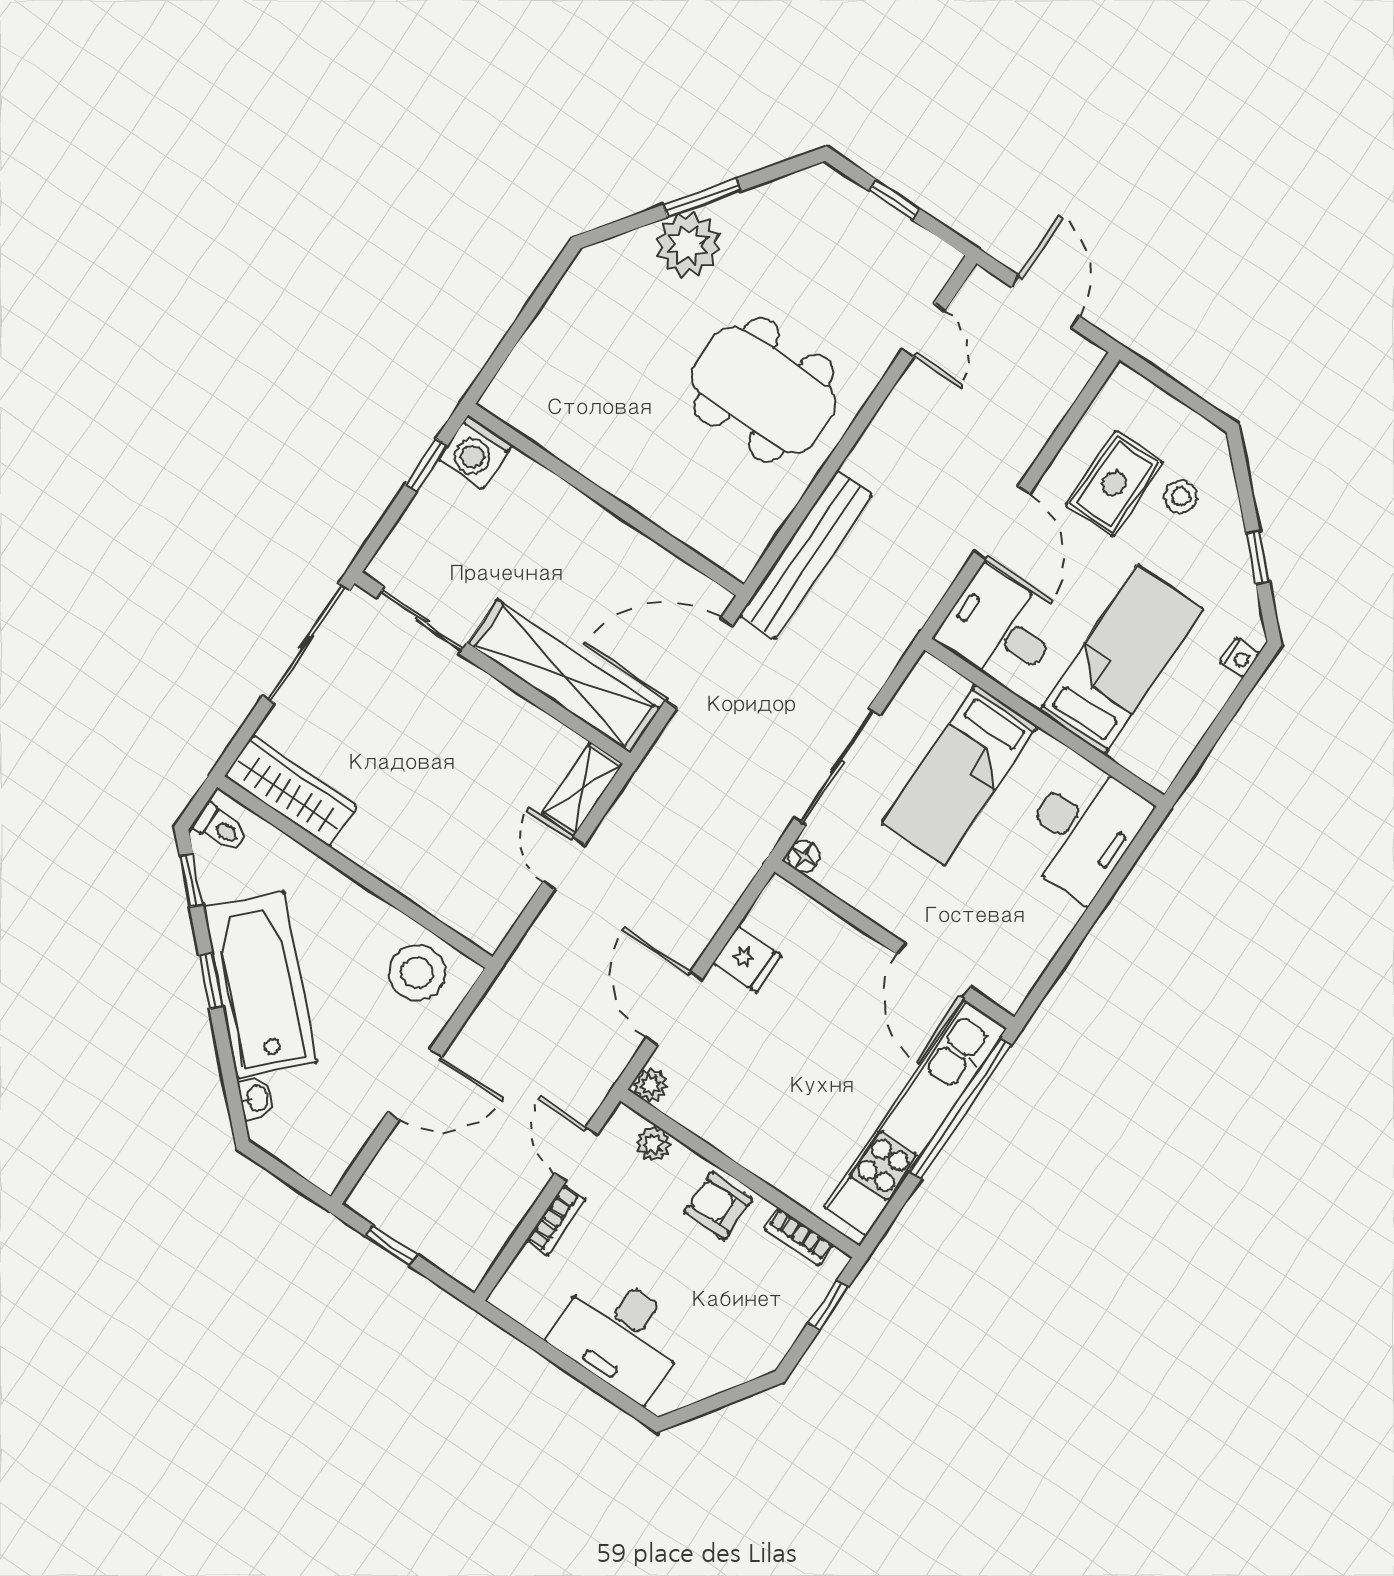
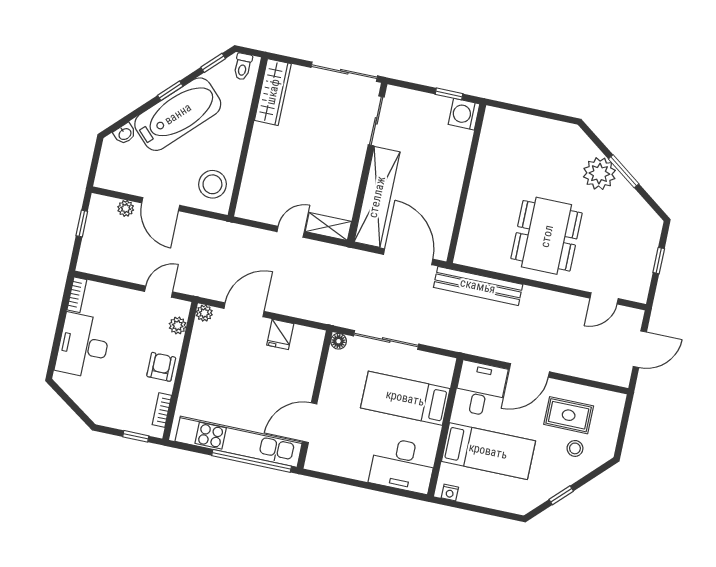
nightstand: (1240, 658) -> (450, 493), moved
plant: (396, 1152) -> (126, 208), added
bookcase: (556, 1220) -> (77, 295), moved, turned -90

